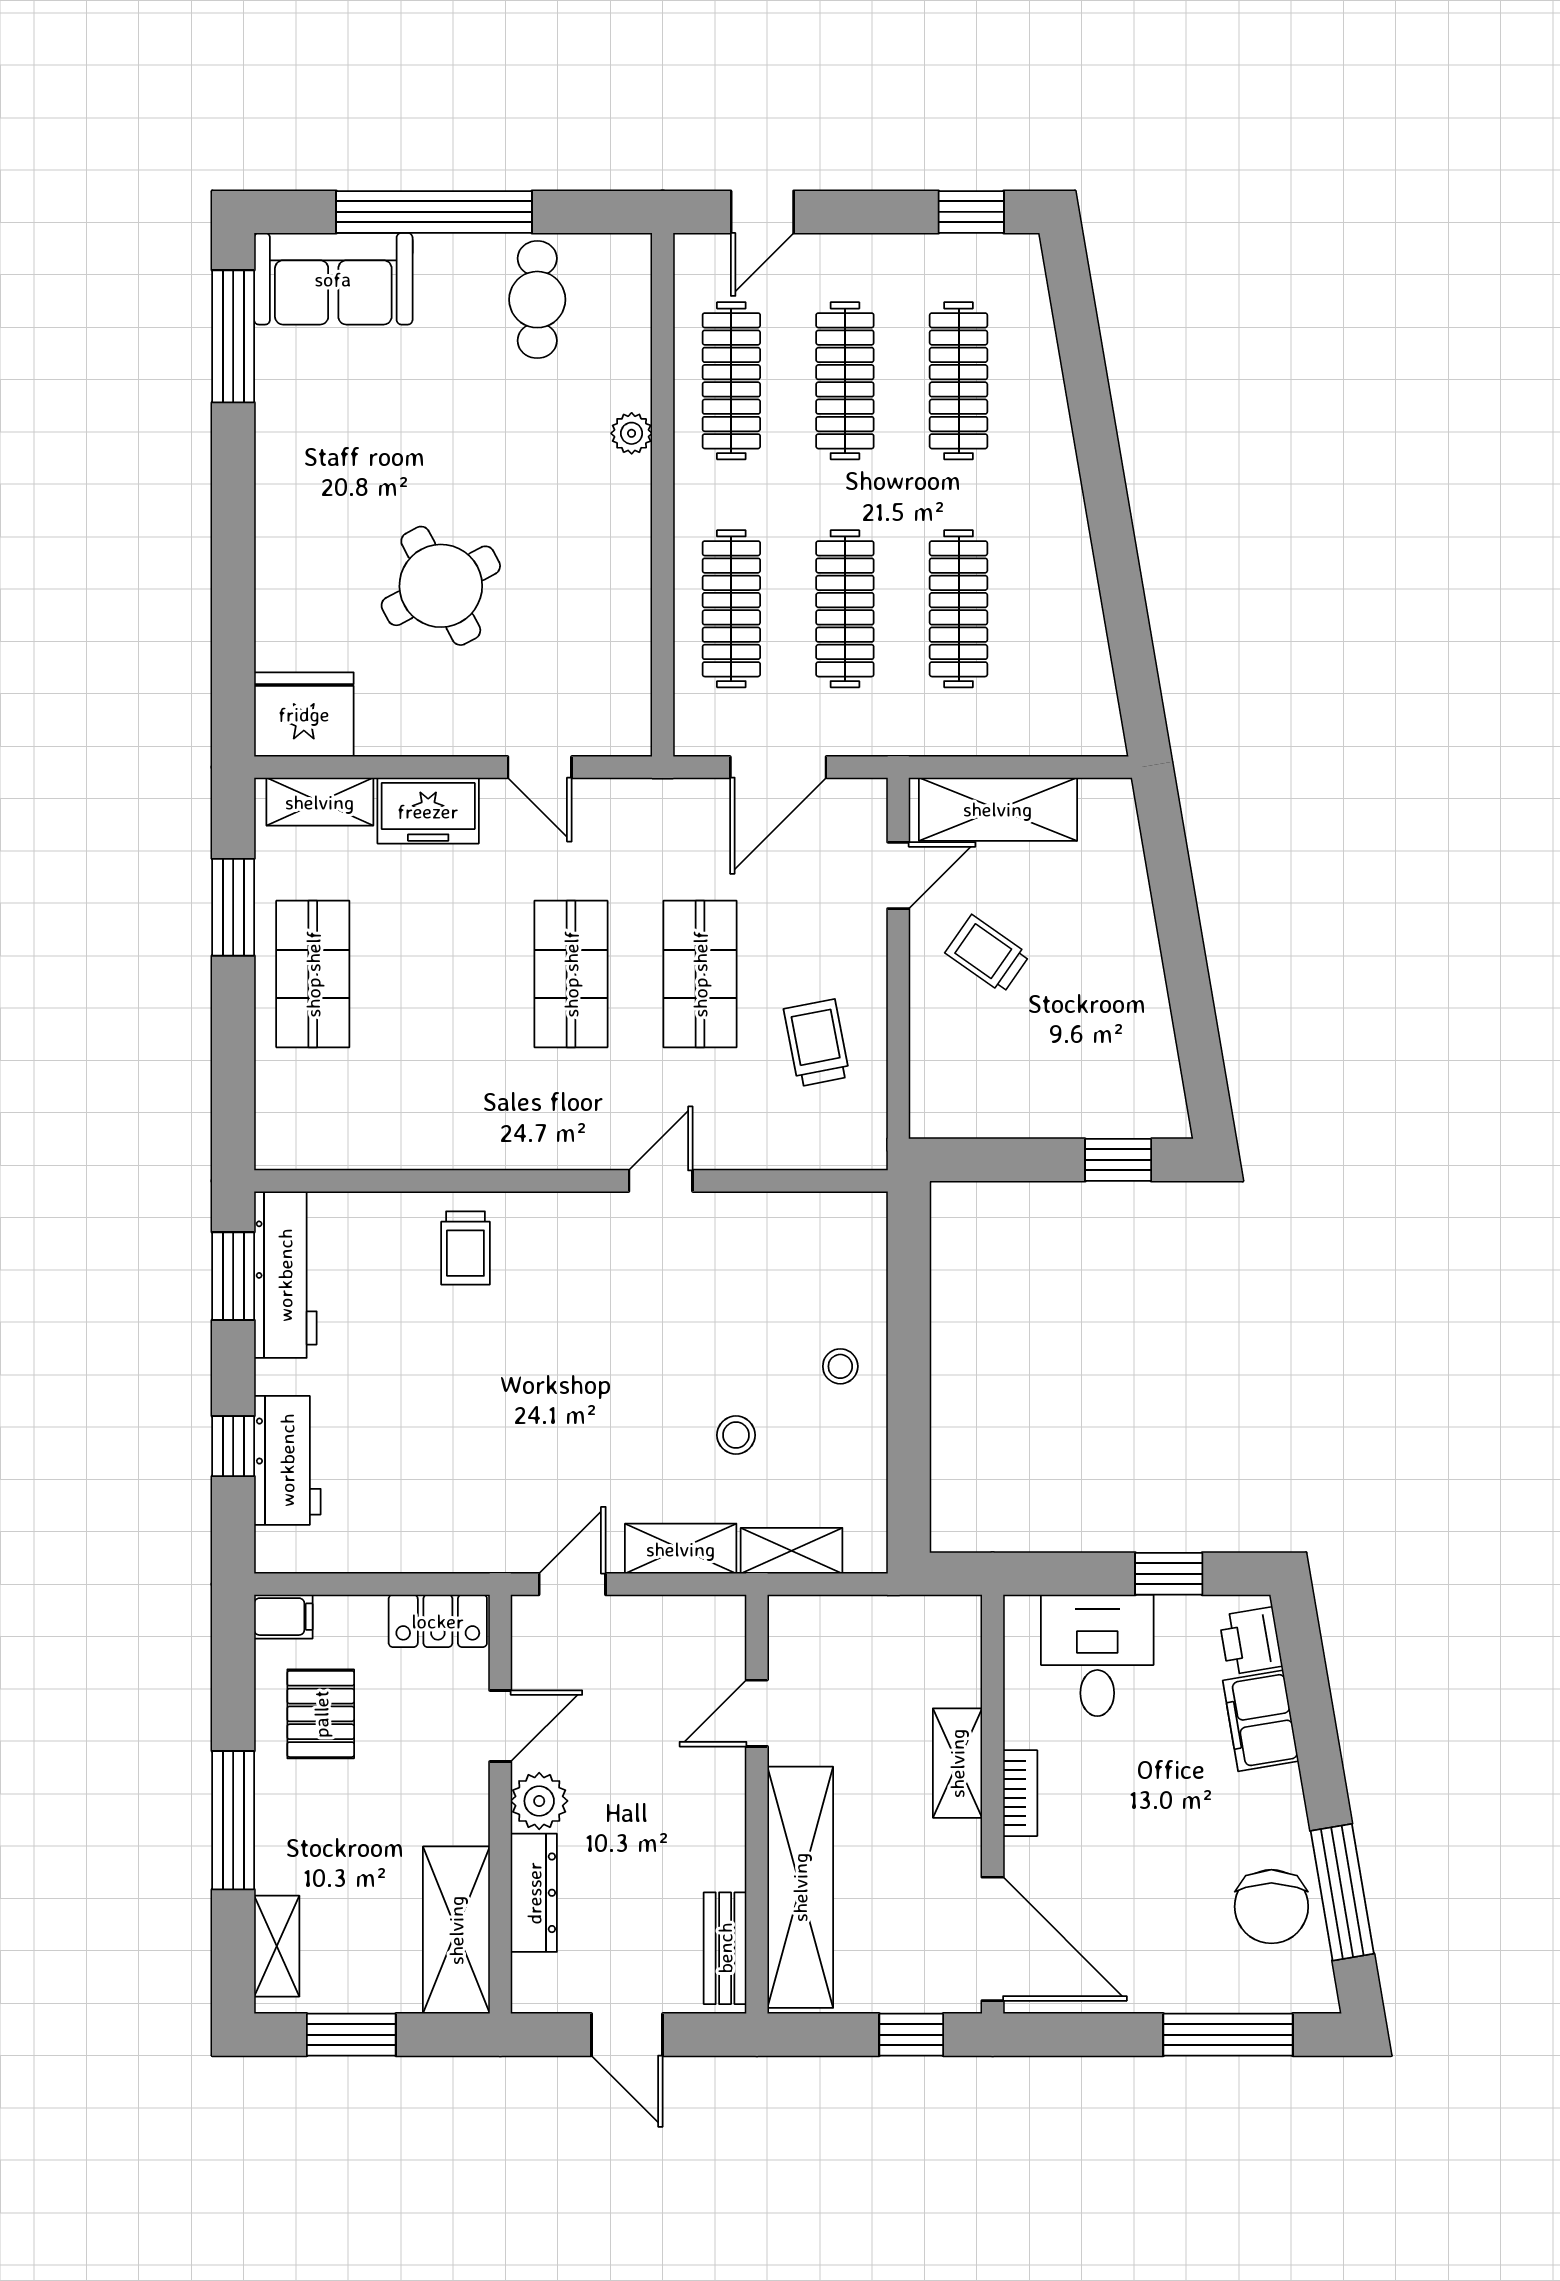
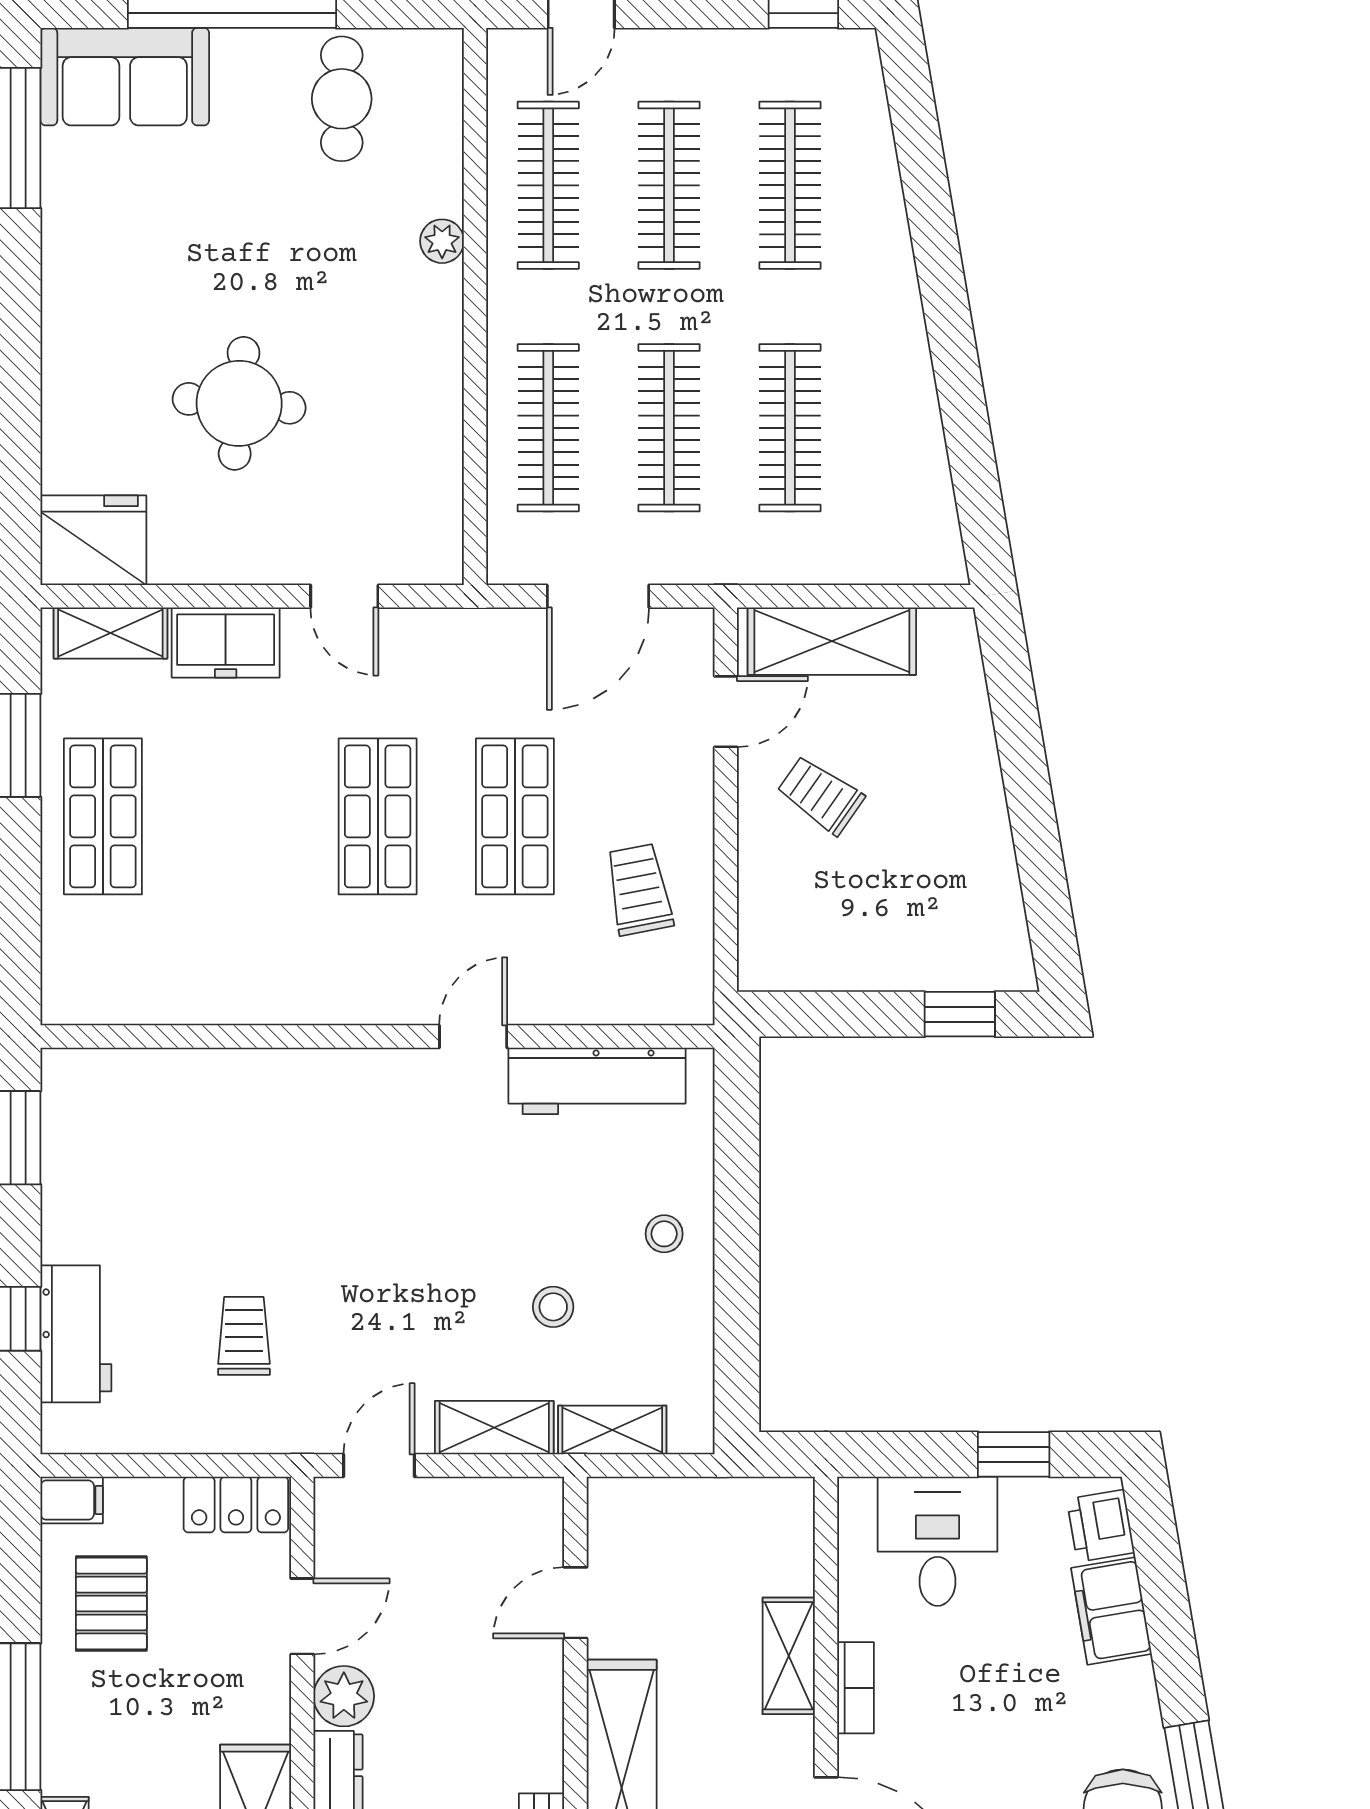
round table: (441, 586) -> (239, 403), turned 33
trolley: (465, 1248) -> (244, 1336), moved, turned 180
workbench: (285, 1275) -> (597, 1081), moved, turned 90

